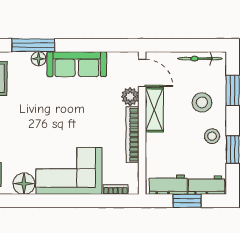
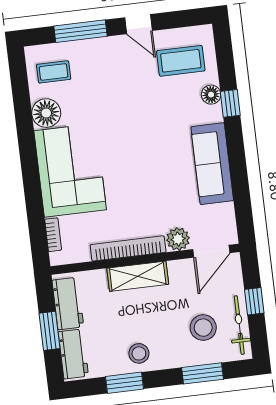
window: (33, 45) -> (230, 103), width x0.46
window: (184, 45) -> (254, 301), added
floor lamp: (39, 59) -> (211, 95), moved
stool: (202, 102) -> (203, 328), moved
shelving: (154, 110) -> (138, 276), moved

